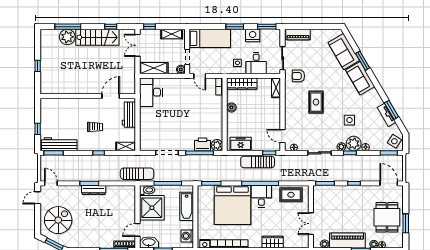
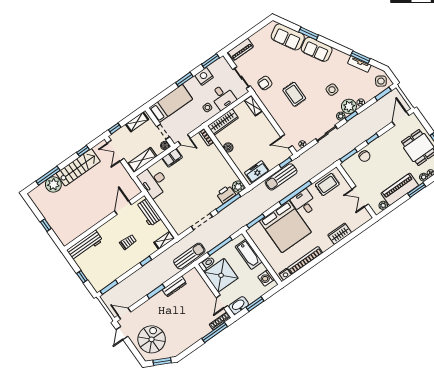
filing cabinet: (180, 84) -> (172, 158), added
workbench: (59, 144) -> (85, 245), moved, turned 180
door: (389, 183) -> (401, 119), hinge flipped
dresser: (94, 190) -> (174, 287), moved
chair: (338, 193) -> (365, 156), added

